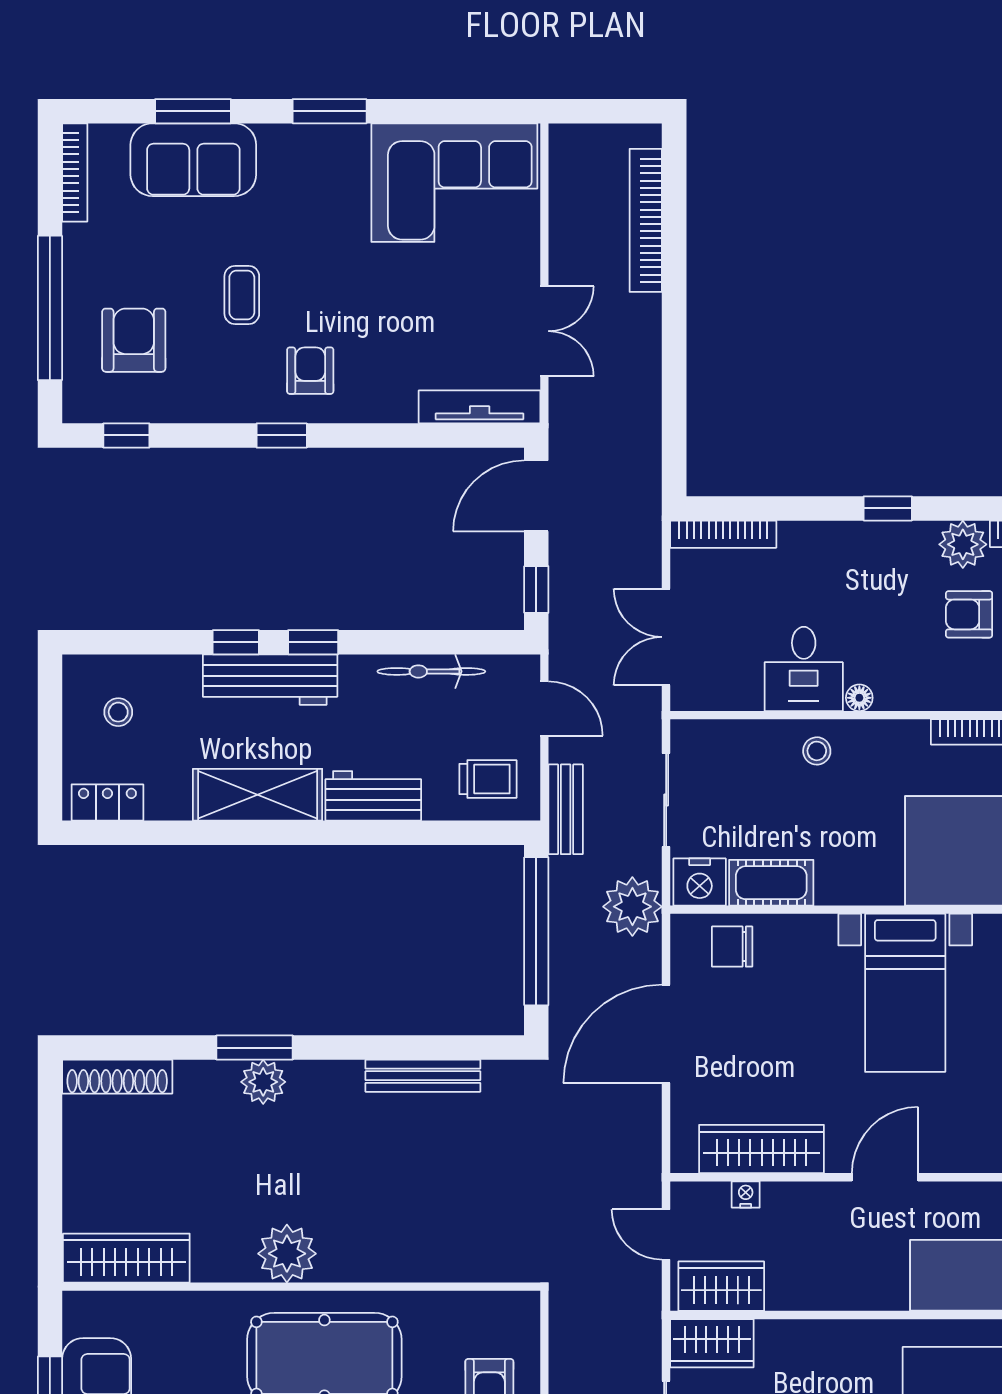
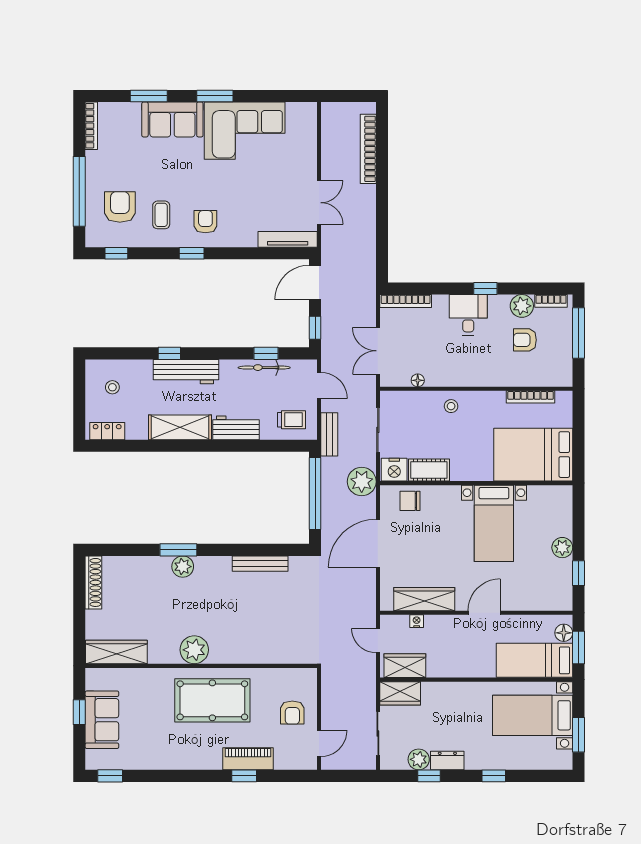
sofa: (193, 160) -> (172, 119), moved
corner sofa: (454, 183) -> (245, 131), moved
coffee table: (242, 295) -> (161, 215), moved
window: (313, 642) -> (266, 353), moved
desk: (804, 669) -> (468, 315), moved, turned 180
floor lamp: (859, 698) -> (418, 380), moved
shoe rack: (117, 1077) -> (93, 582), moved, turned -90

